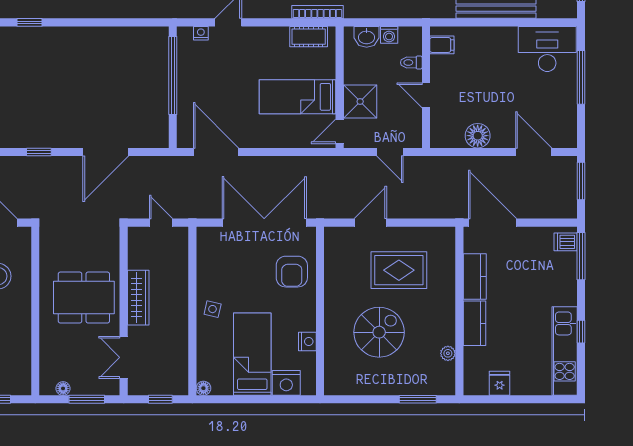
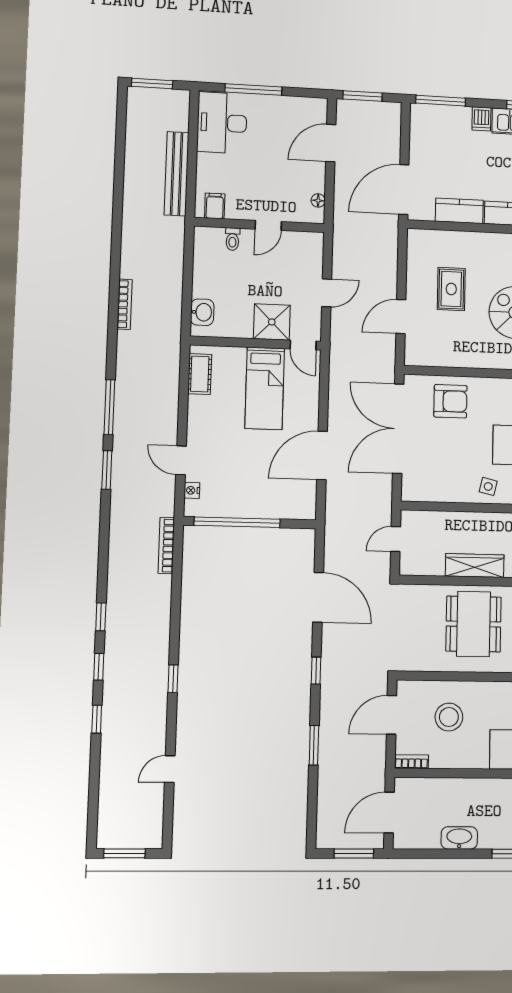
bookcase: (317, 12) -> (166, 546), moved
washing machine: (389, 35) -> (201, 288), removed
filing cabinet: (442, 45) -> (215, 206), moved
toilet: (411, 63) -> (232, 239), moved
wall: (426, 87) -> (259, 225), moved
door: (426, 95) -> (268, 225), moved
floor lamp: (478, 136) -> (318, 200), width x0.53, depth x0.53
door: (216, 152) -> (322, 455), moved
door: (370, 223) -> (401, 317), hinge flipped
dishwasher: (566, 242) -> (481, 119), moved
rug: (399, 270) -> (451, 289), width x0.73, depth x0.70

